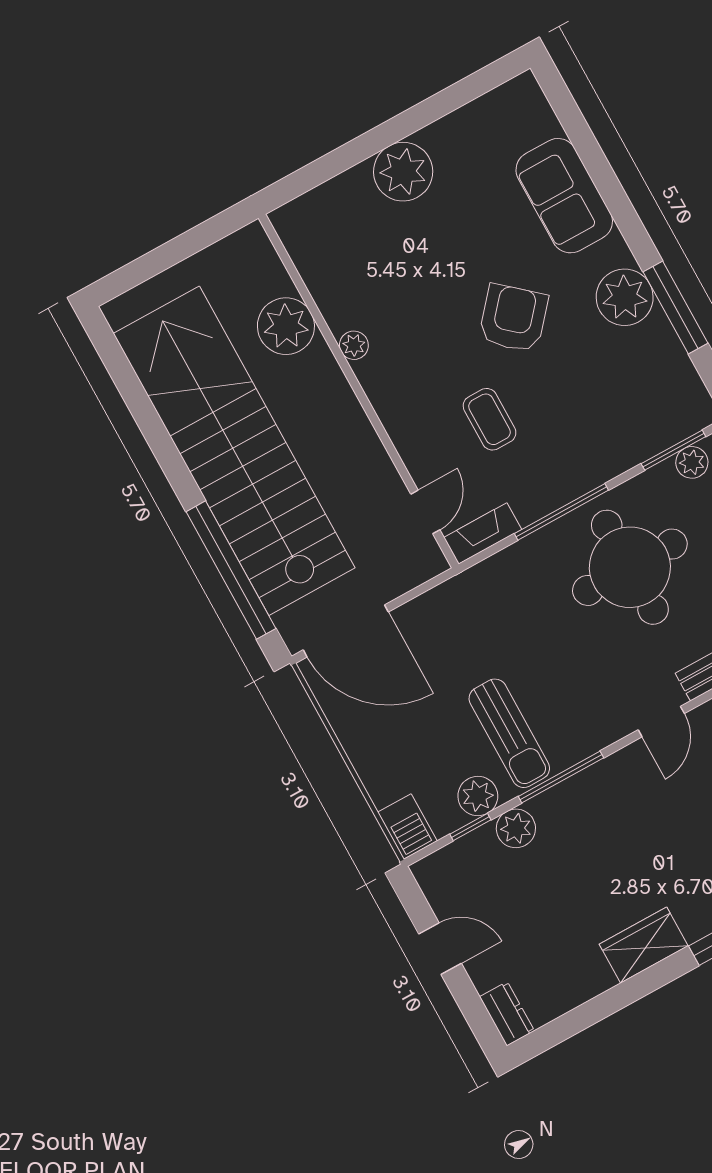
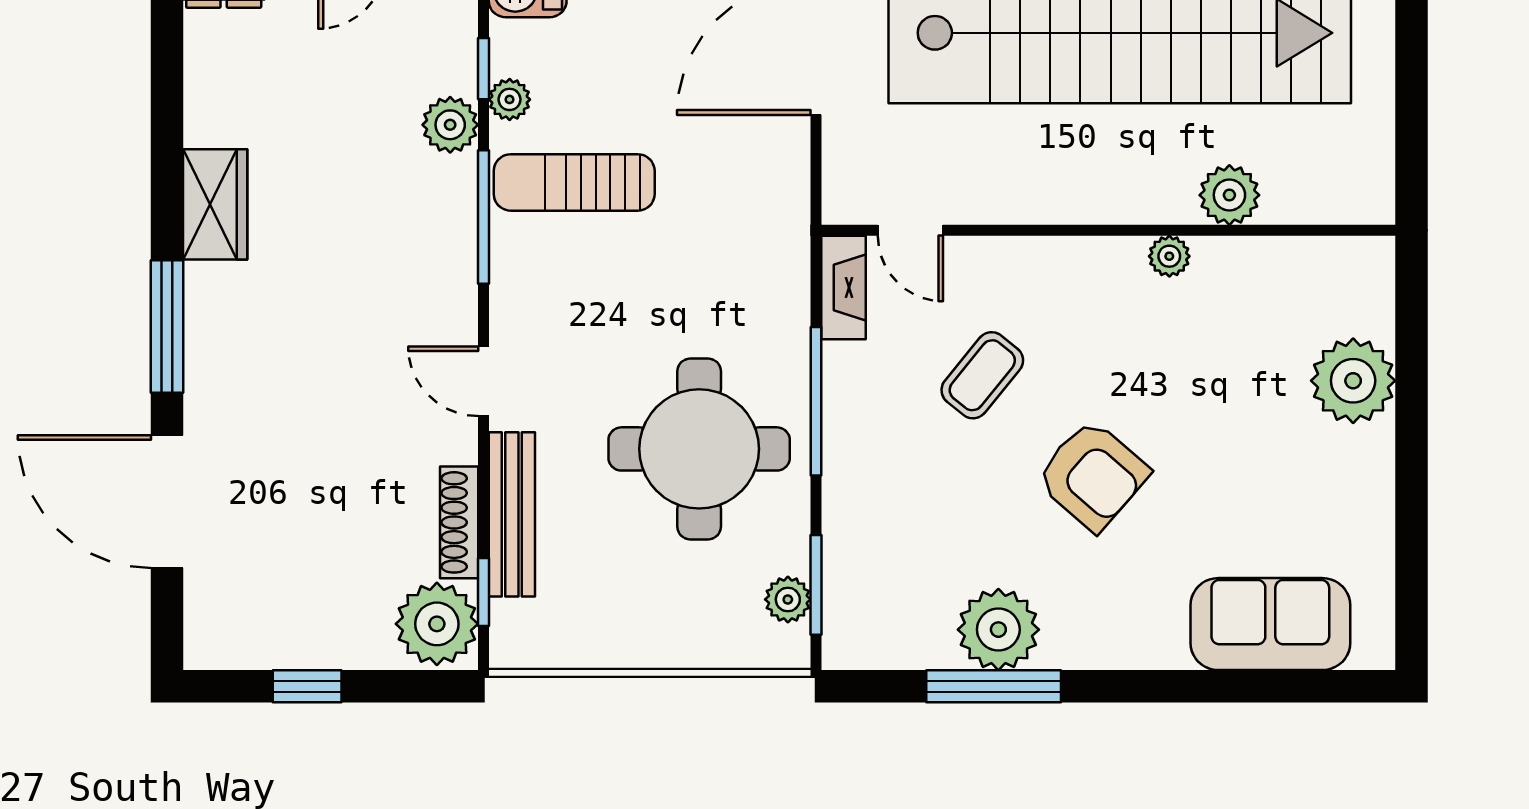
plant: (403, 172) -> (1353, 381), moved
sofa: (564, 196) -> (1270, 624), moved
plant: (625, 297) -> (998, 630), moved
plant: (286, 326) -> (1229, 195), width x0.73, depth x0.73
coffee table: (490, 419) -> (982, 375), turned -51
plant: (478, 796) -> (510, 99), width x0.73, depth x0.73

